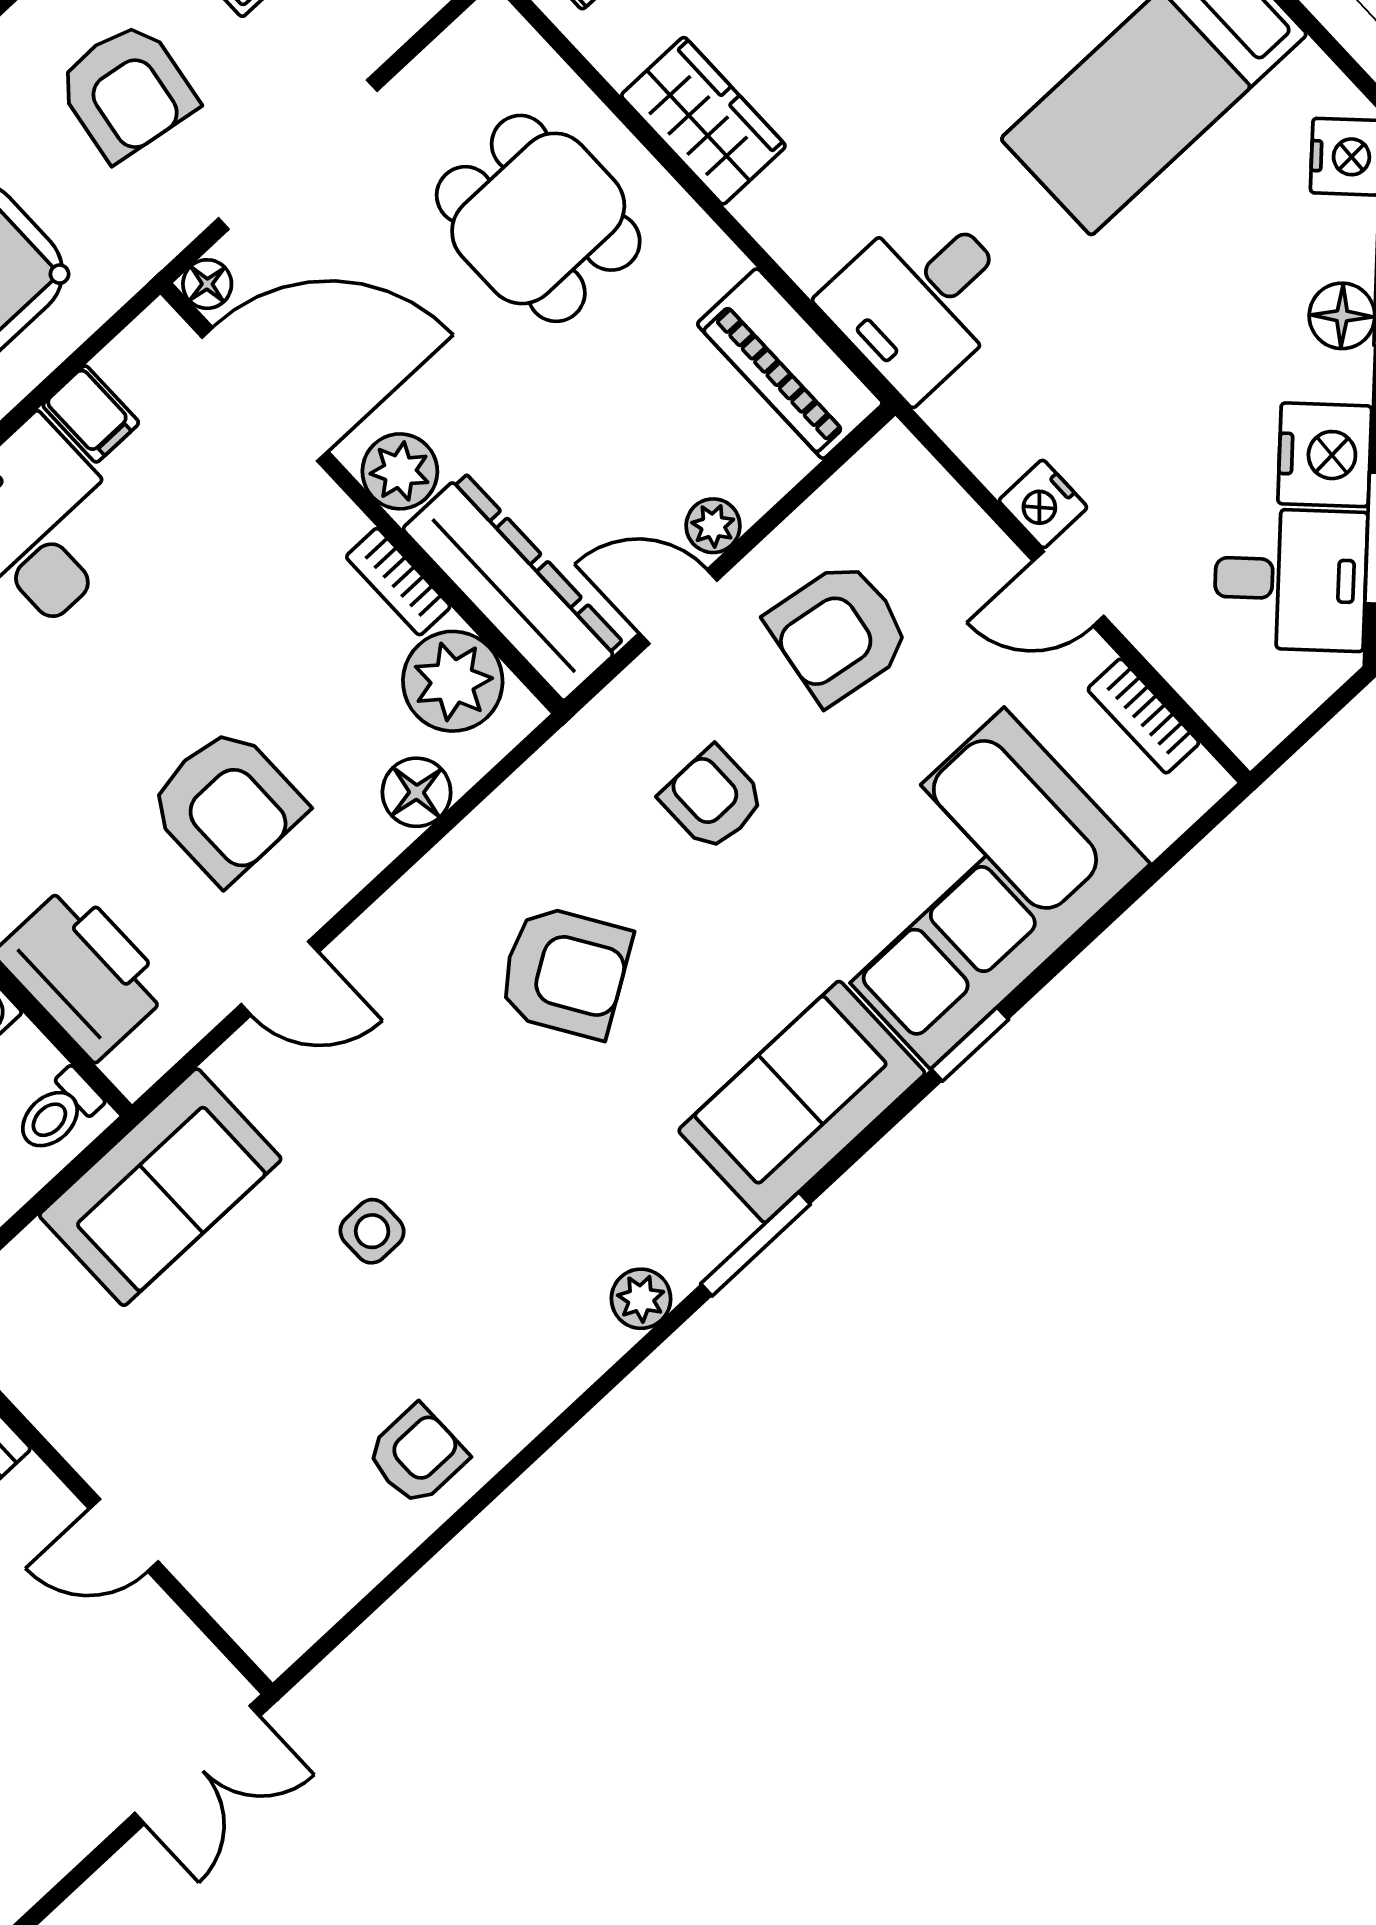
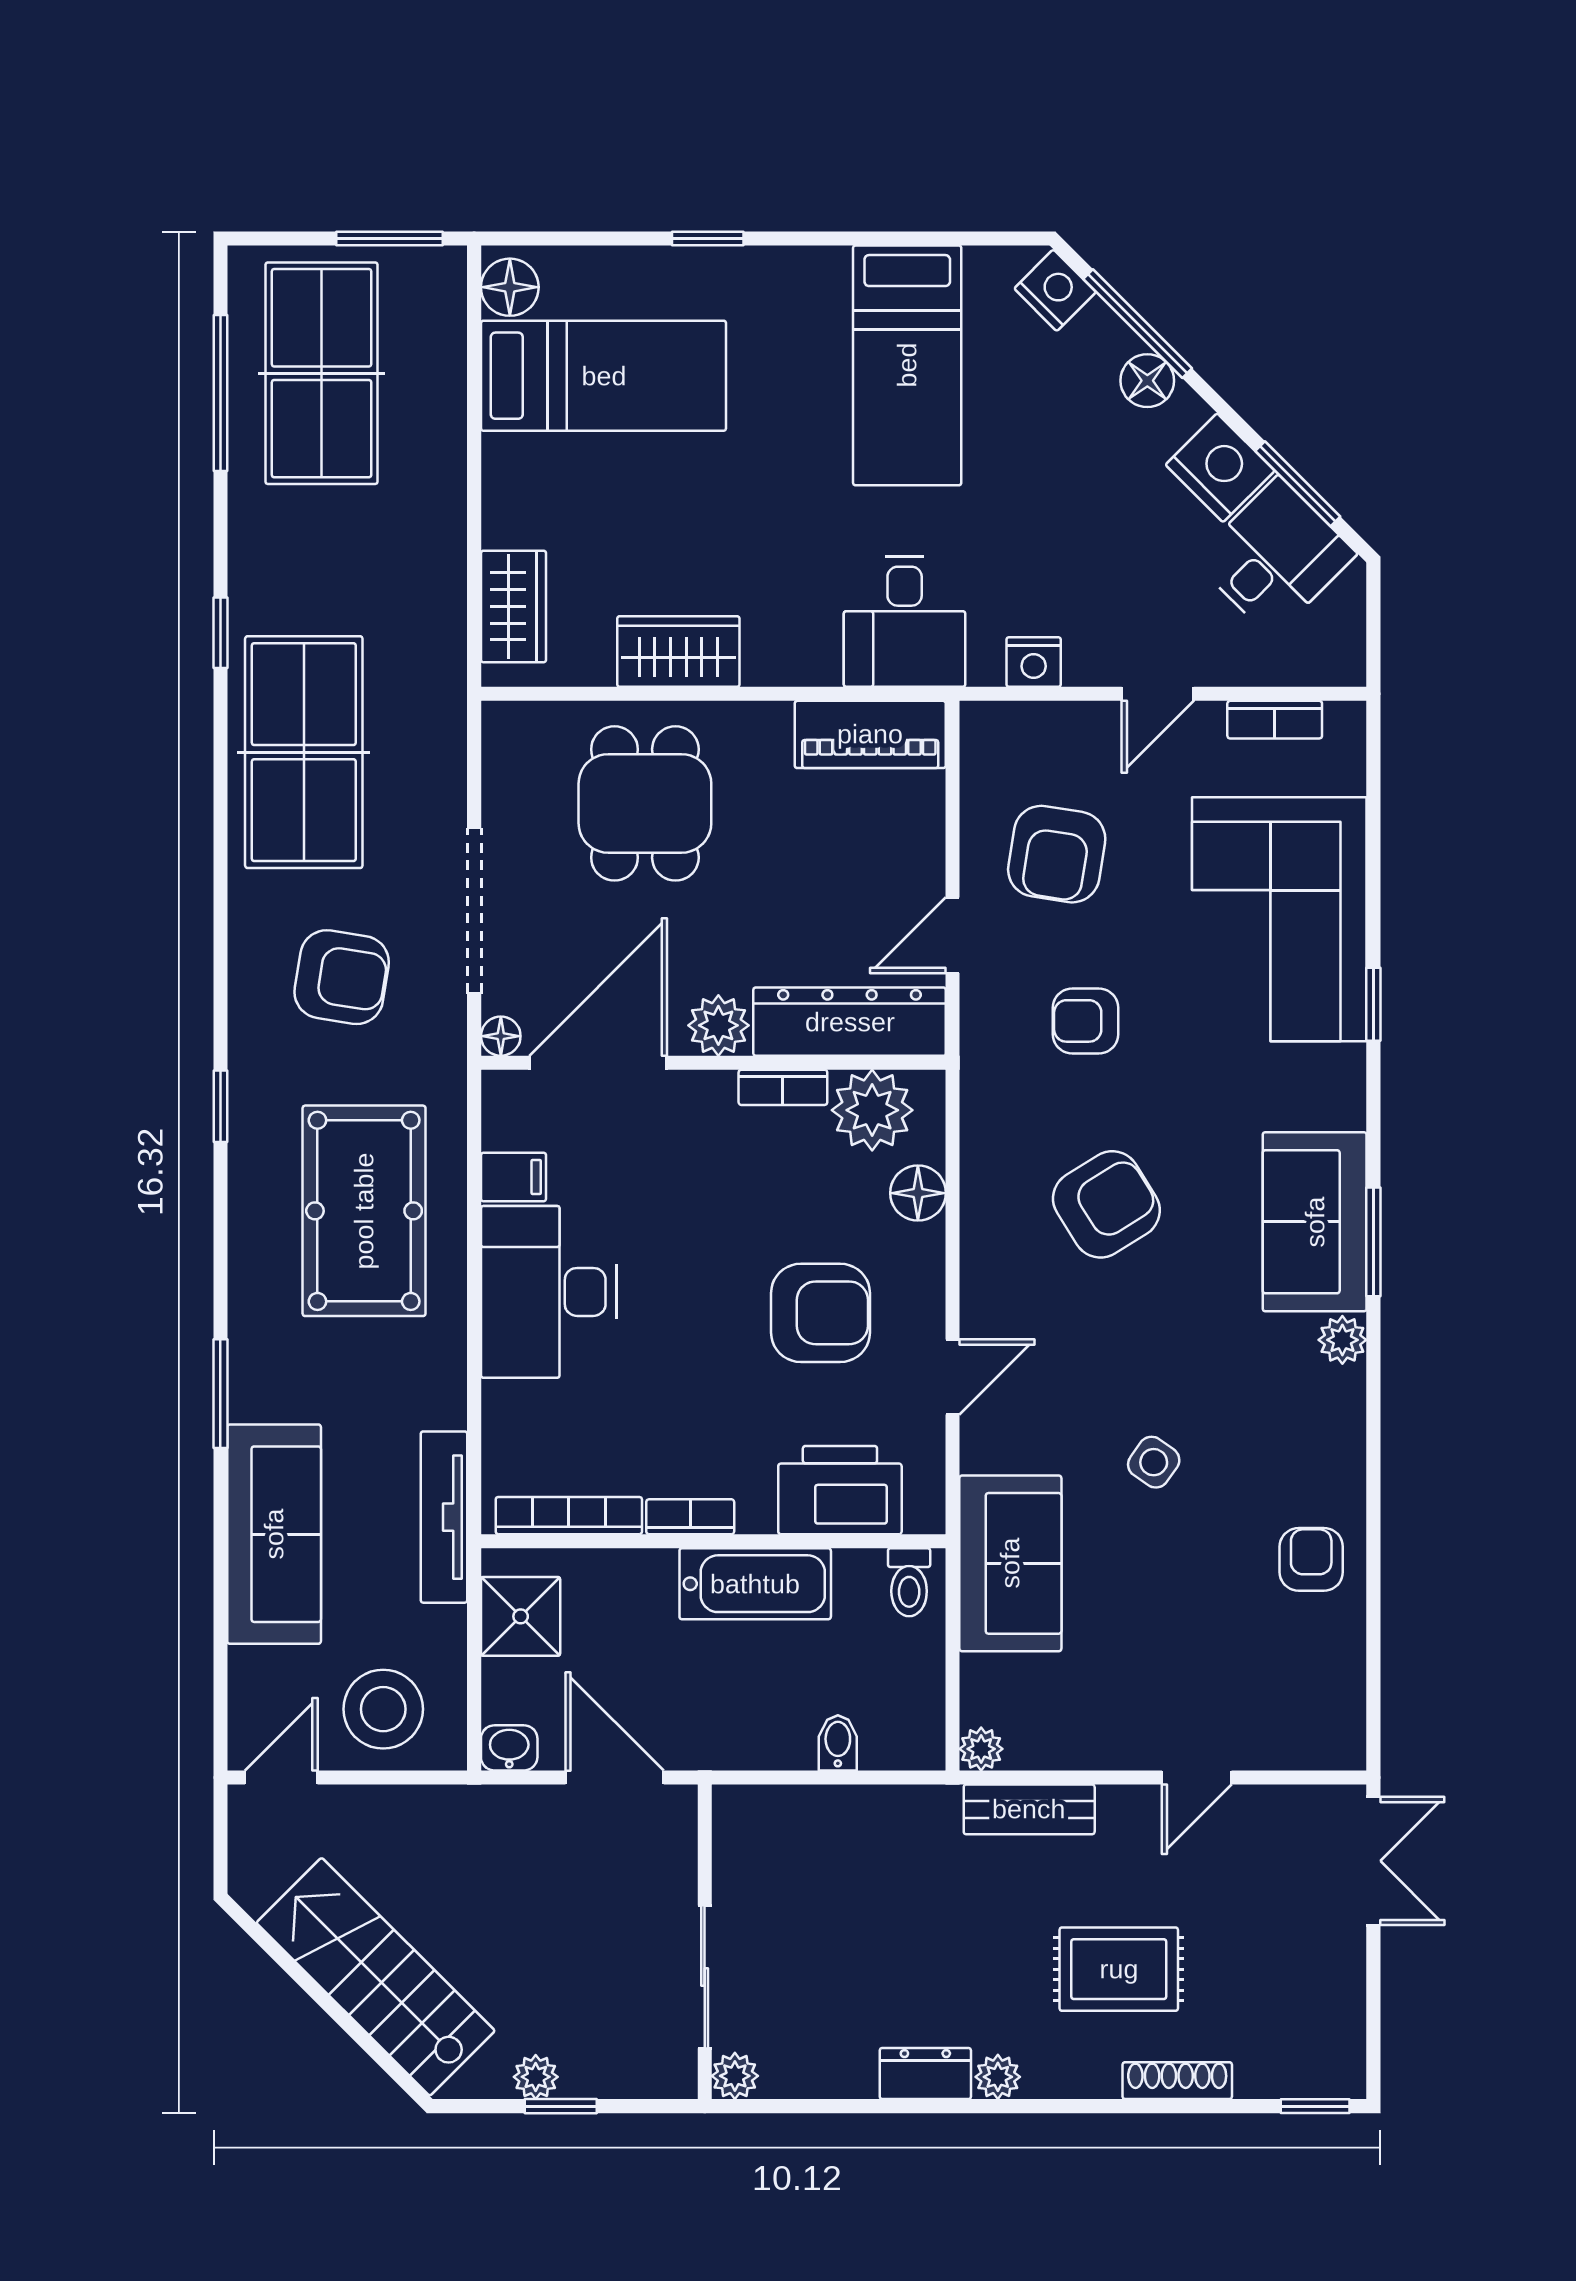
dining table: (538, 218) -> (645, 803), turned 90
nightstand: (1043, 504) -> (1034, 662), moved
plant: (713, 526) -> (924, 870), removed
sofa: (802, 1102) -> (1315, 1222), moved
side table: (372, 1231) -> (1154, 1462), turned 35

